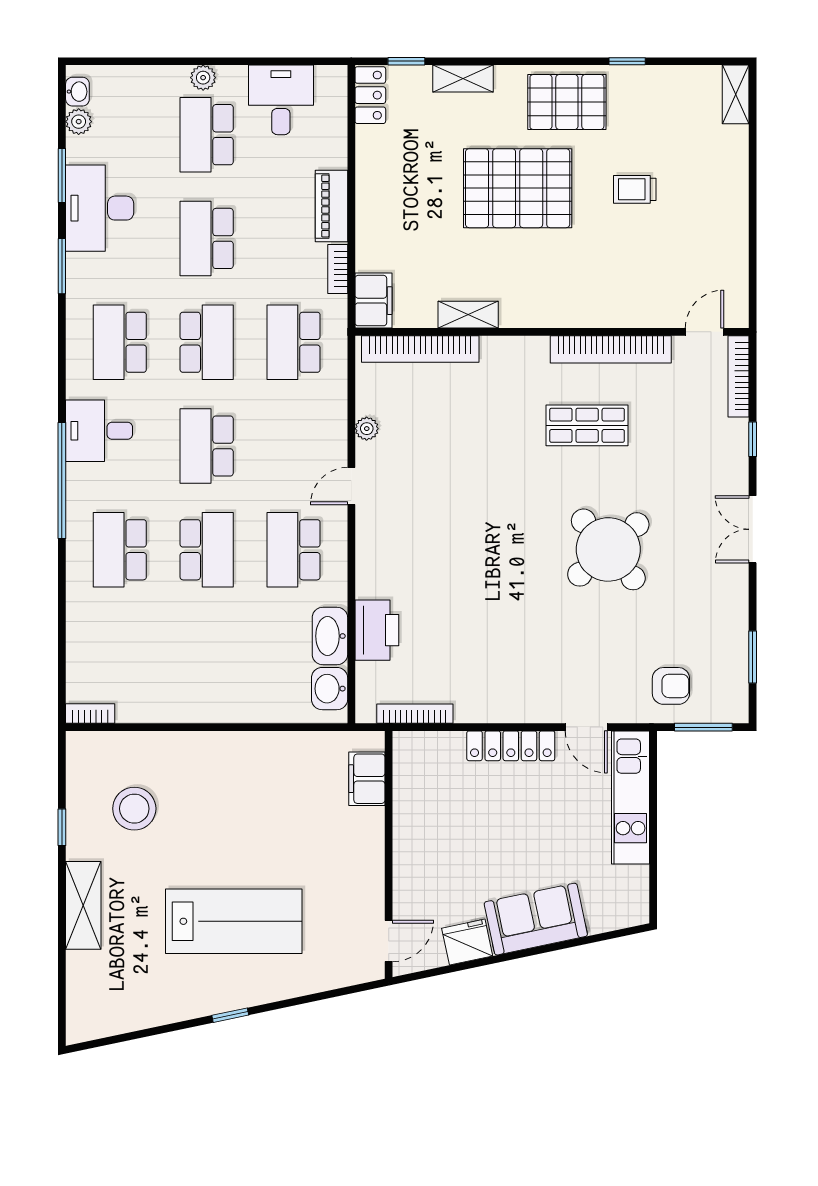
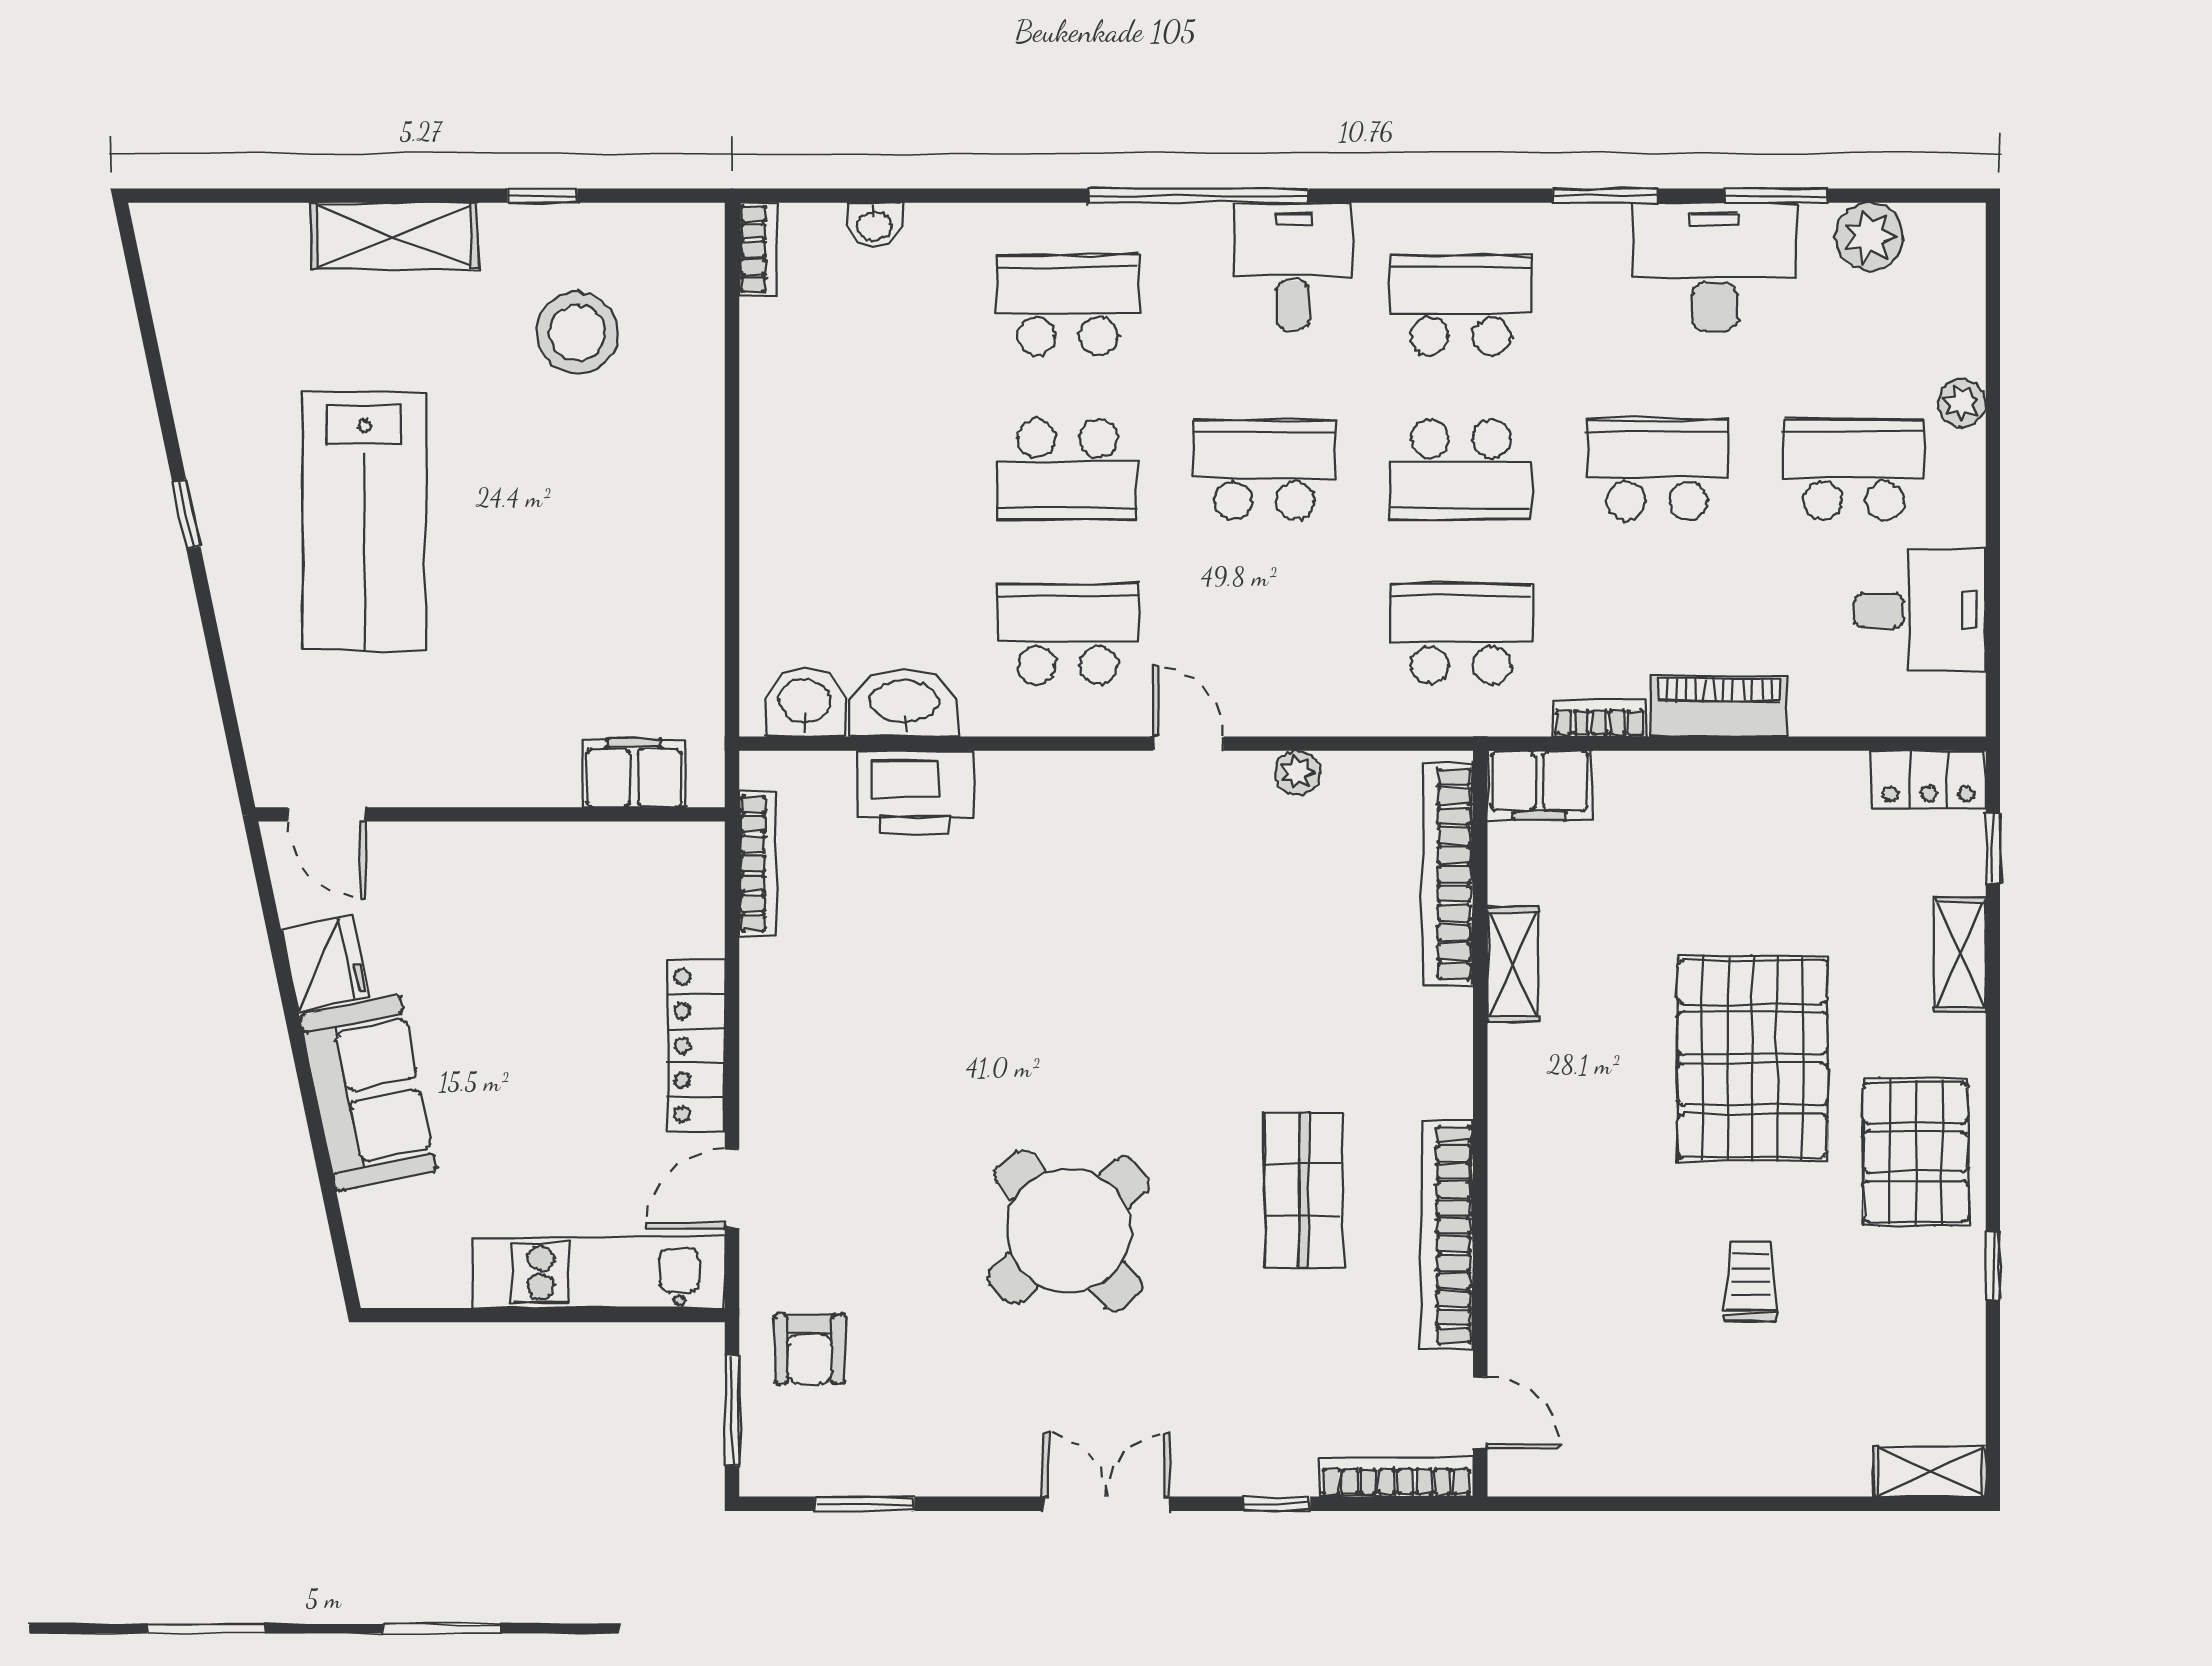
plant: (203, 78) -> (1962, 403), moved
washbasin: (77, 92) -> (874, 225), moved
plant: (79, 122) -> (1869, 237), width x1.38, depth x1.38

